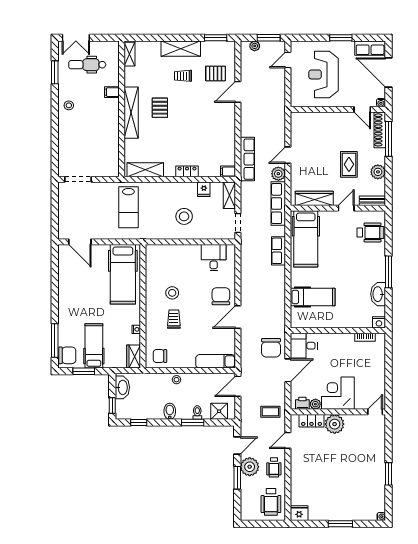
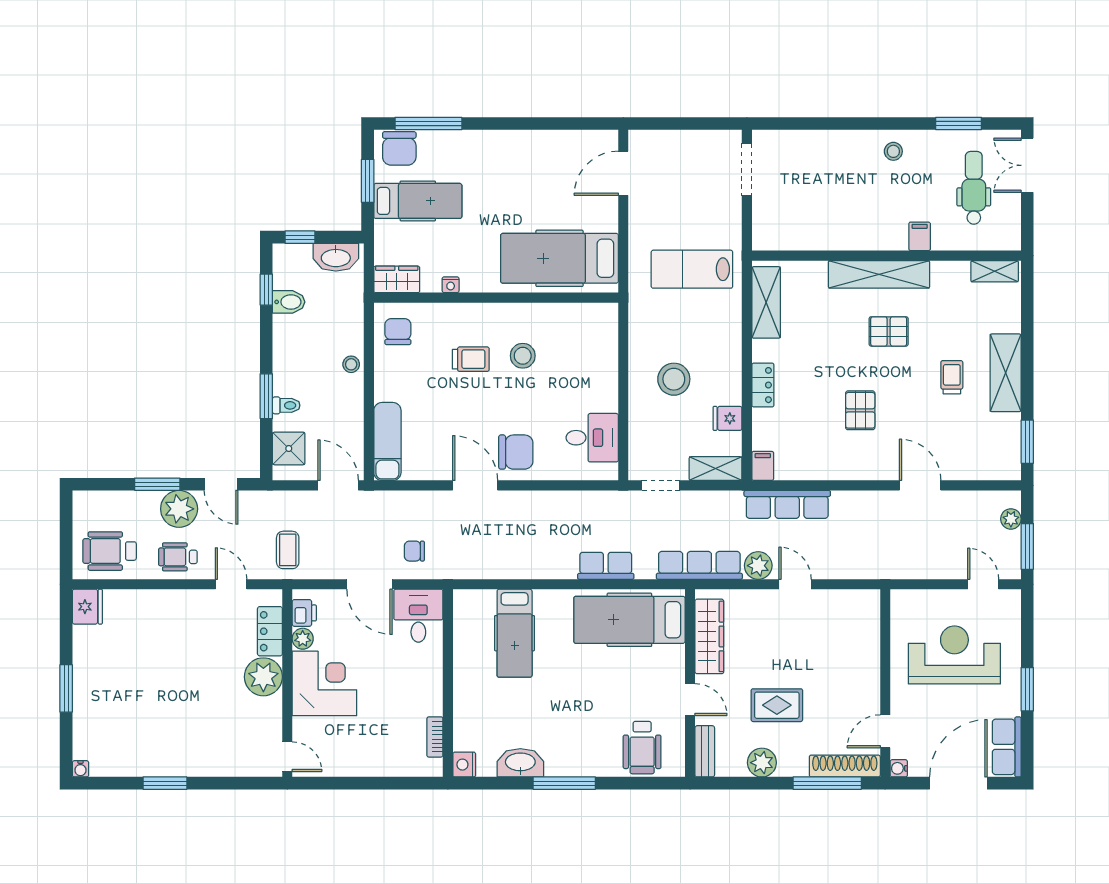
pallet: (216, 74) -> (860, 410), moved
chair: (271, 348) -> (414, 551), width x0.54, depth x0.54
bidet: (170, 411) -> (289, 302), moved

